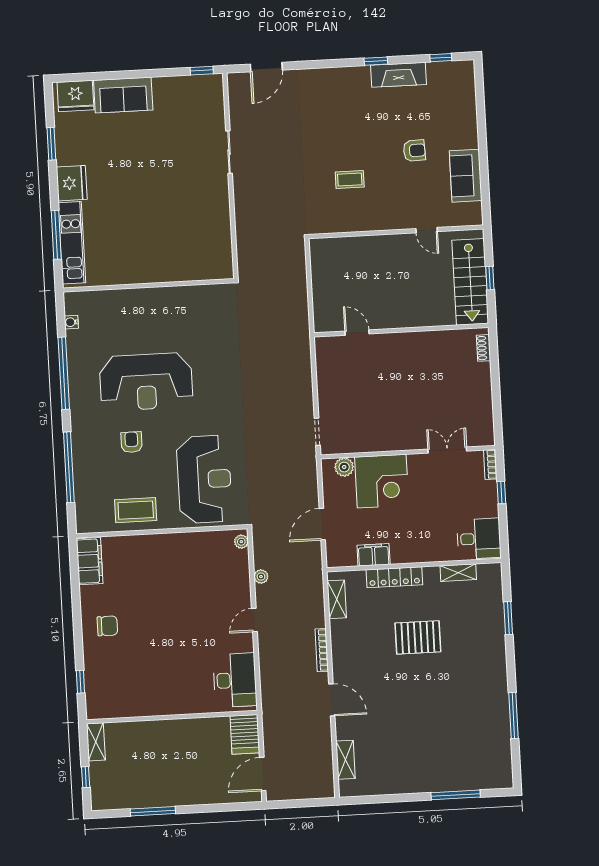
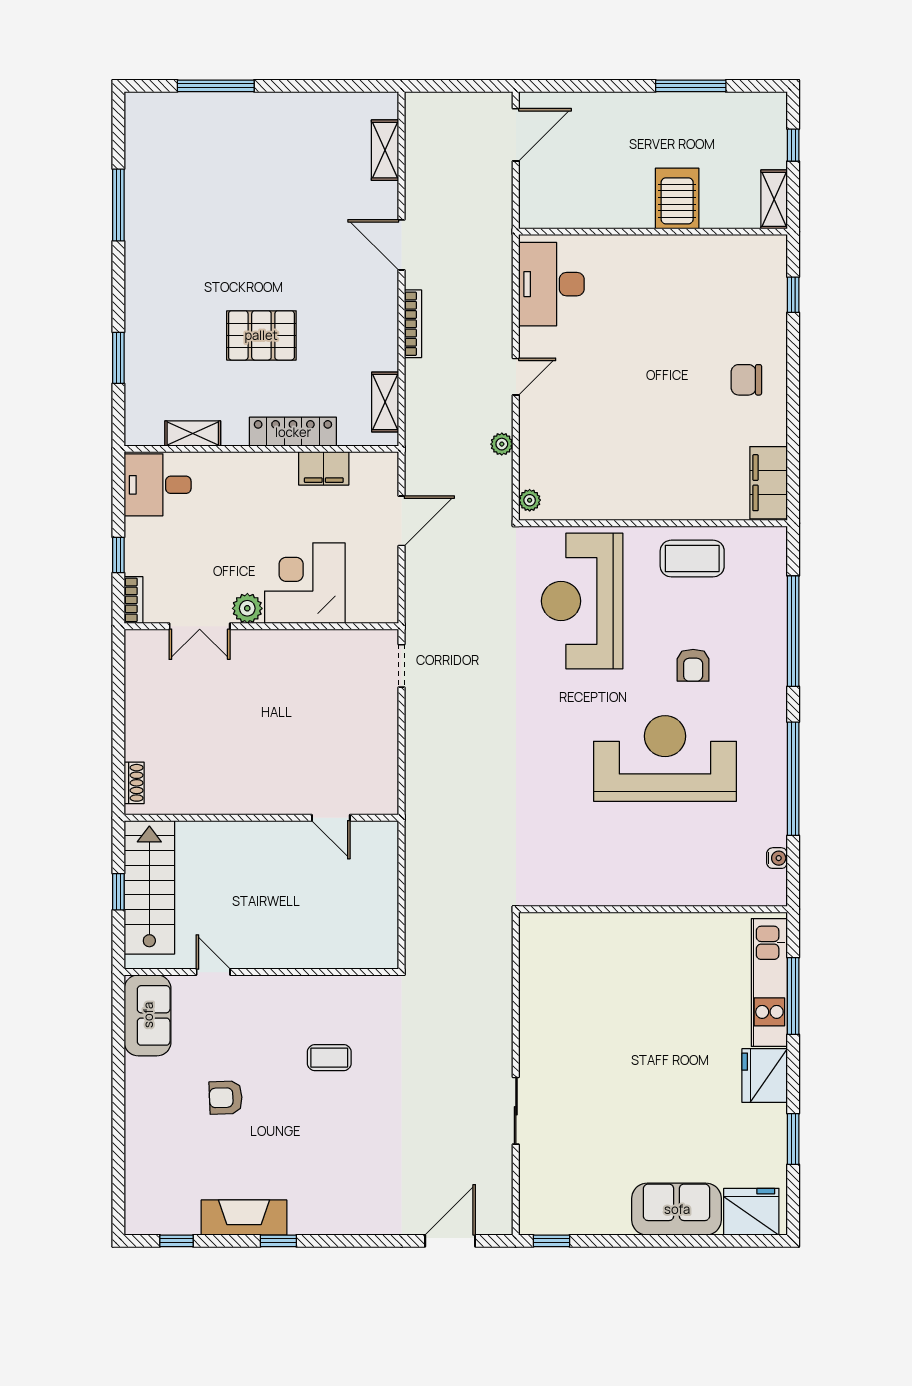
sofa: (466, 176) -> (148, 1015), moved
plant: (344, 467) -> (247, 608), moved
server rack: (245, 734) -> (677, 198), moved

